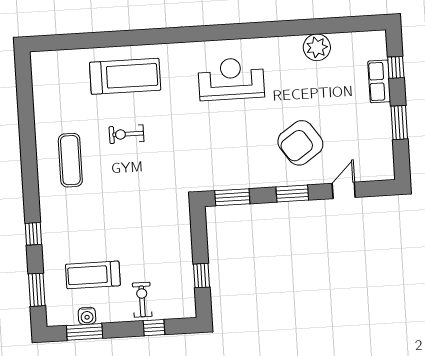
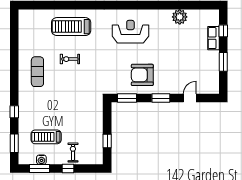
treadmill: (125, 76) -> (71, 27), turned 180
armchair: (300, 143) -> (142, 75), moved, turned 34
window: (154, 328) -> (68, 169), moved

